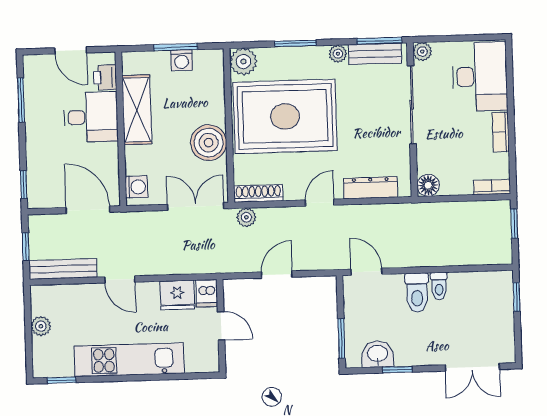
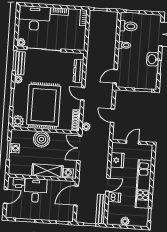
shelving: (137, 110) -> (47, 171), moved
boiler: (209, 143) -> (41, 139), moved
floor lamp: (428, 185) -> (80, 46), removed
dishwasher: (207, 293) -> (114, 197), moved
toilet: (417, 293) -> (128, 26), moved
washbasin: (378, 354) -> (153, 59), moved

